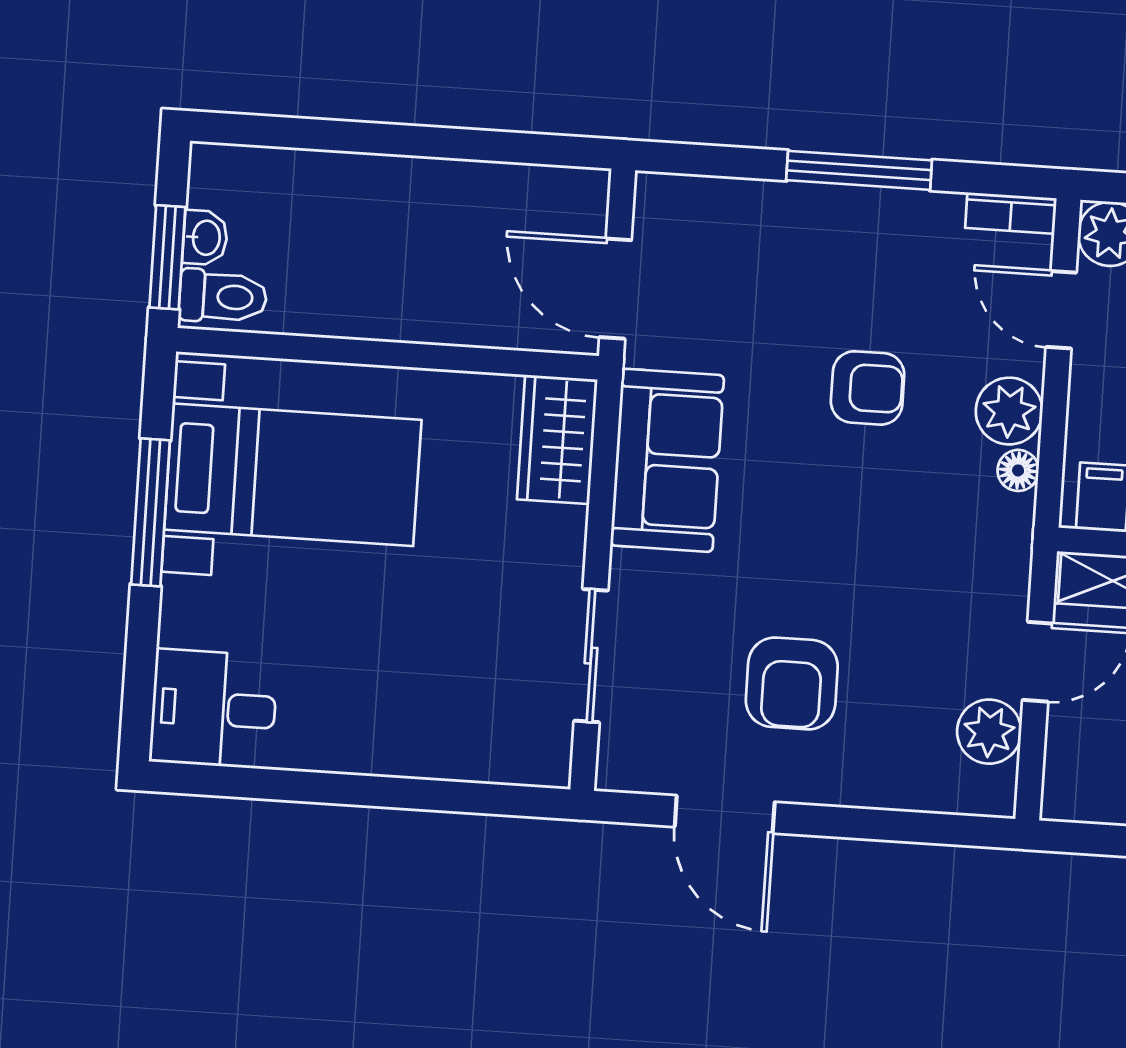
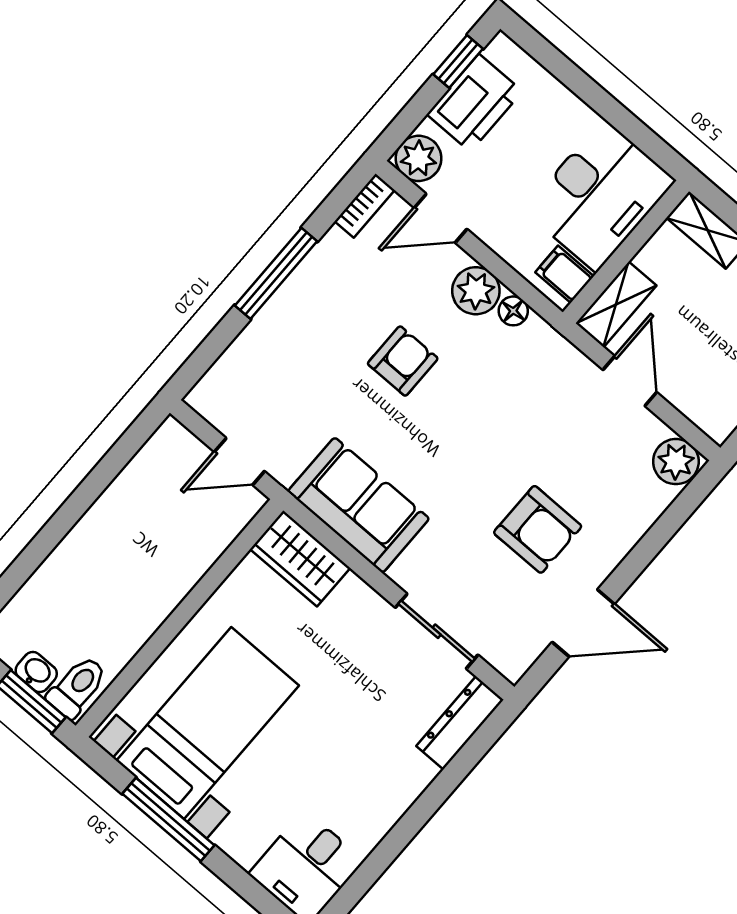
door: (615, 289) -> (239, 461), width x0.73
plant: (989, 732) -> (676, 462), moved
dresser: (507, 760) -> (460, 723), added

